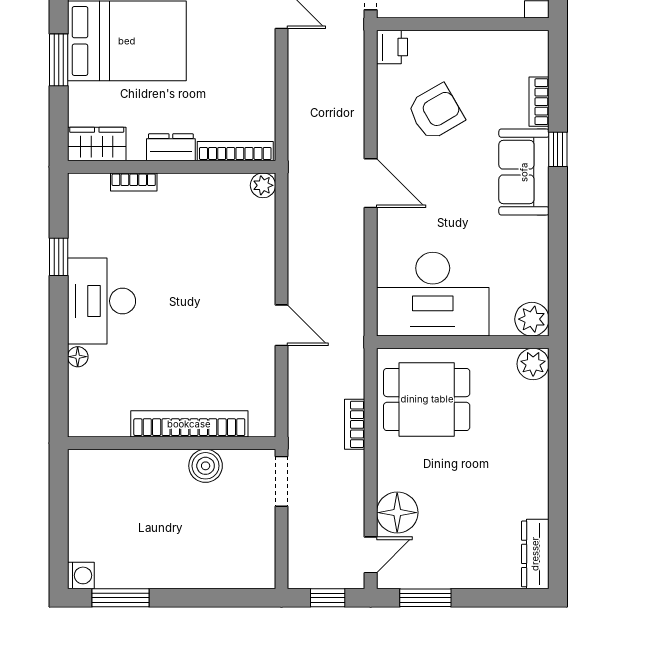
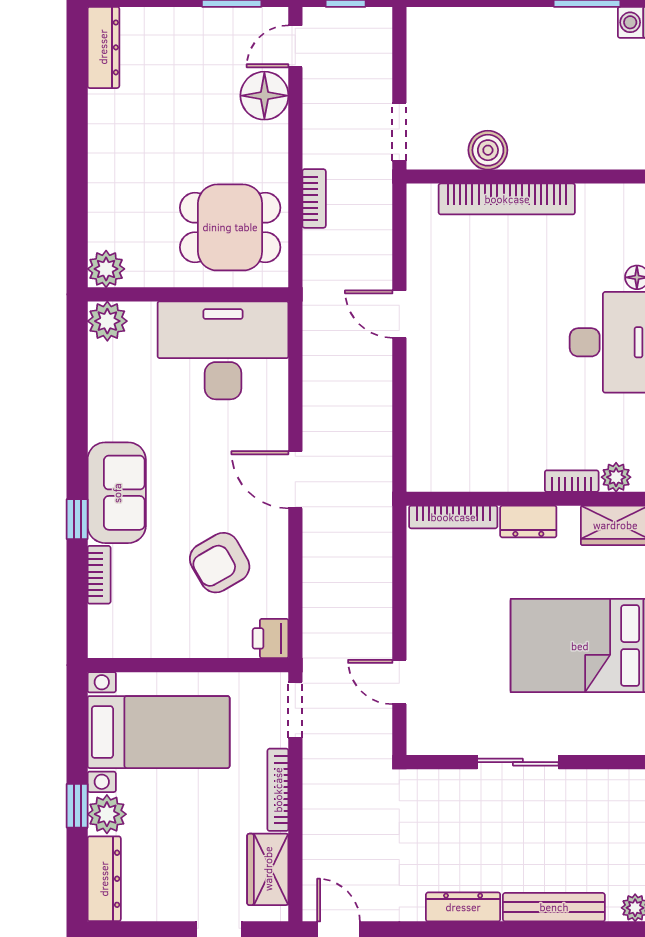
plant: (263, 185) -> (616, 477), moved

